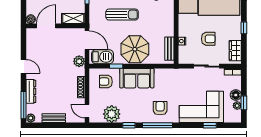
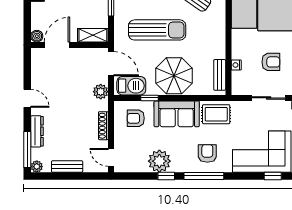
sun lounger: (122, 15) -> (157, 30), width x1.36, depth x1.34
rug: (167, 78) -> (216, 114), added
plant: (112, 114) -> (159, 161), moved

